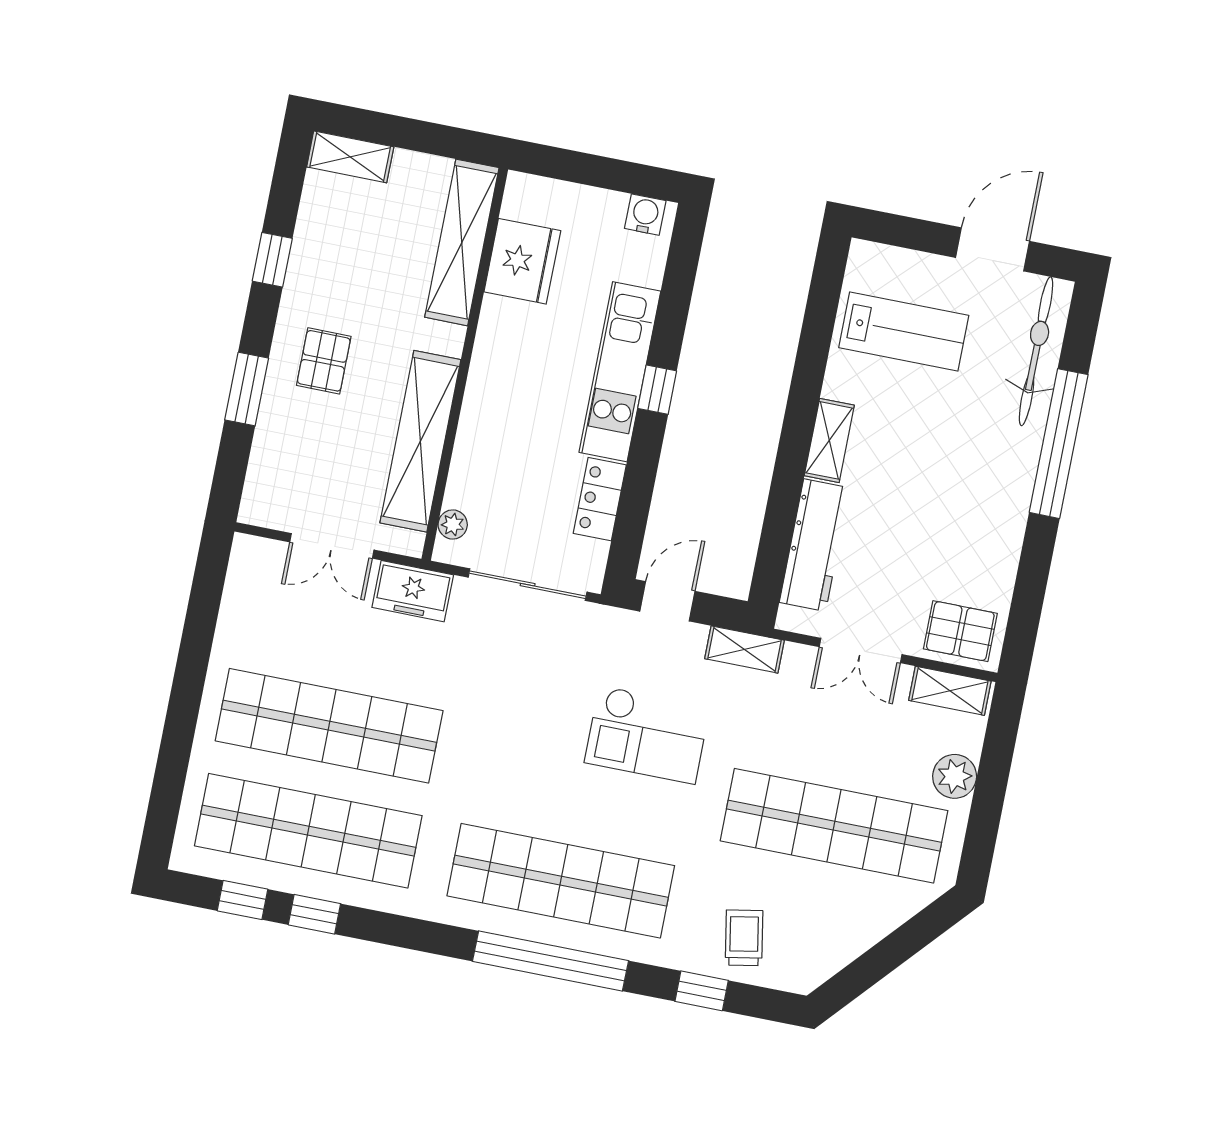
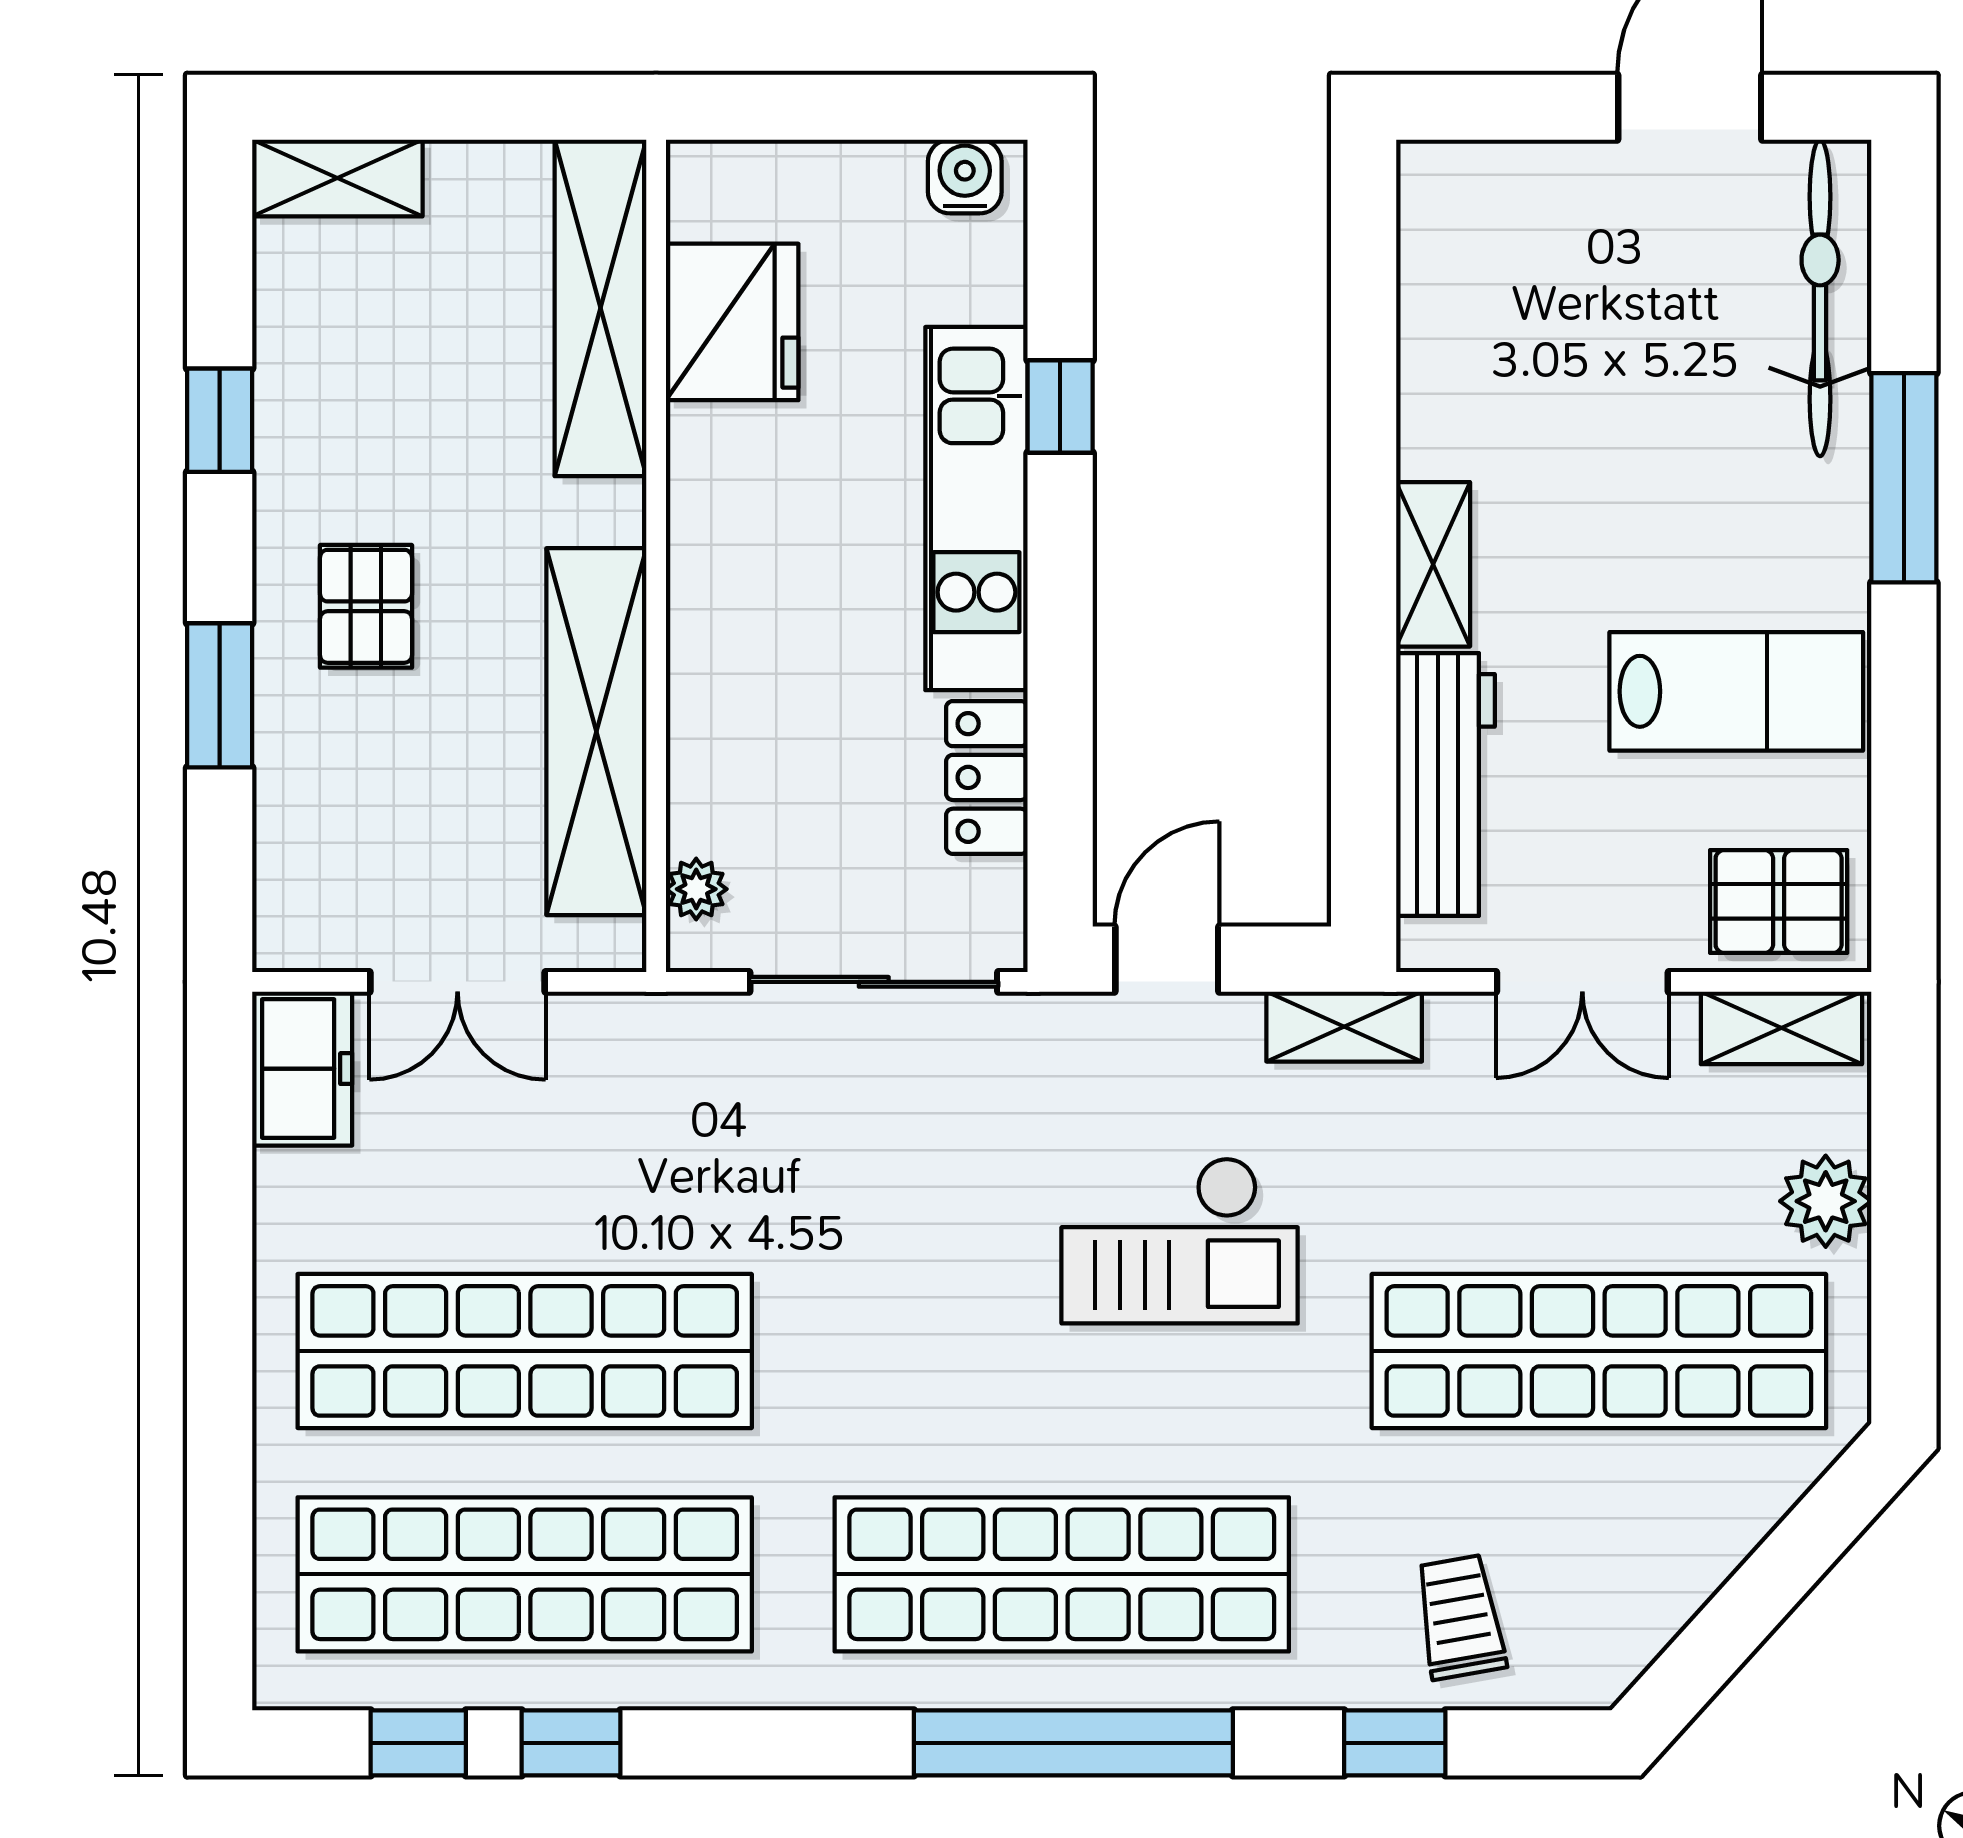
lab bench: (904, 332) -> (1736, 691), moved
window: (657, 390) -> (1060, 407), moved
window: (1059, 444) -> (1904, 478), width x0.68
freezer: (413, 591) -> (302, 1069), moved, turned -90

